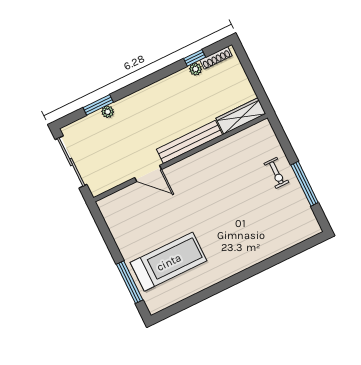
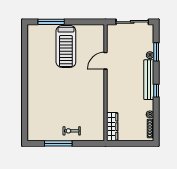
window: (195, 58) -> (156, 91), moved
bench: (189, 142) -> (149, 80), moved
treadmill: (169, 262) -> (66, 46), moved

